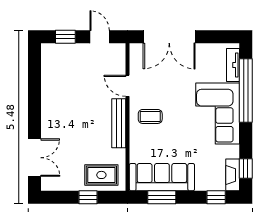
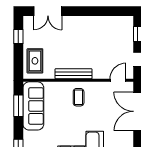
door: (128, 86) -> (118, 80), moved
window: (88, 197) -> (18, 37), moved

